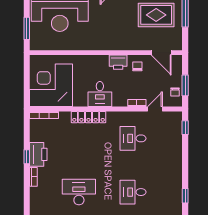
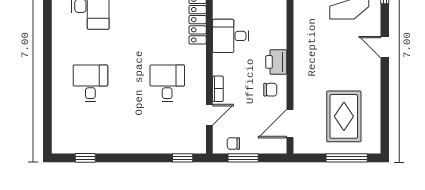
door: (155, 109) -> (209, 115), hinge flipped

